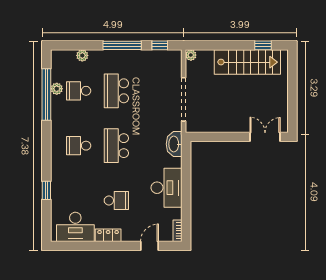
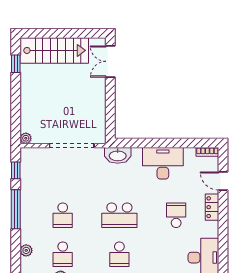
stairs: (247, 62) -> (54, 50), moved, turned 90
school desk: (116, 91) -> (63, 215), width x0.54
locker: (108, 235) -> (212, 207), moved

